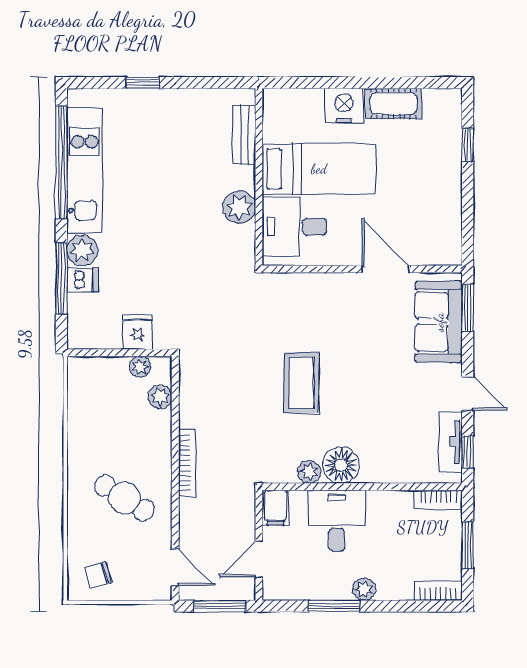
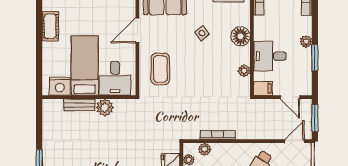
nightstand: (344, 106) -> (60, 86), moved, turned -90
bench: (244, 135) -> (79, 105), moved
coffee table: (301, 383) -> (160, 69), moved, turned 90
side table: (380, 392) -> (202, 33), added
bookcase: (187, 463) -> (218, 135), moved
floor lamp: (341, 465) -> (241, 36), moved

